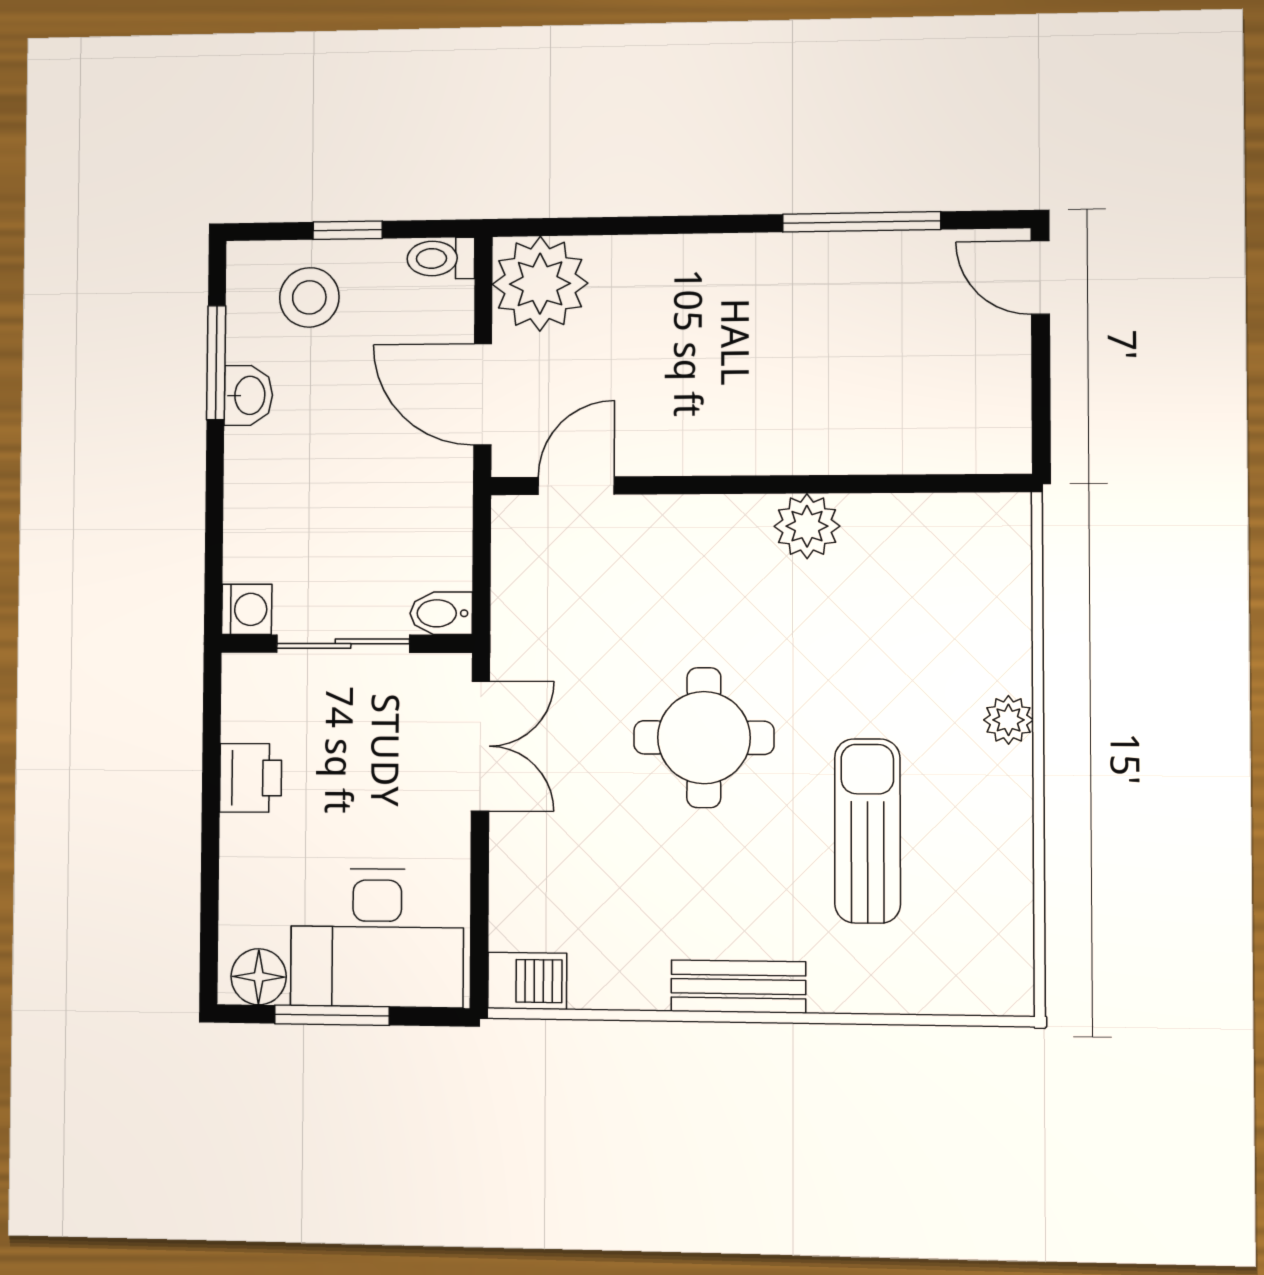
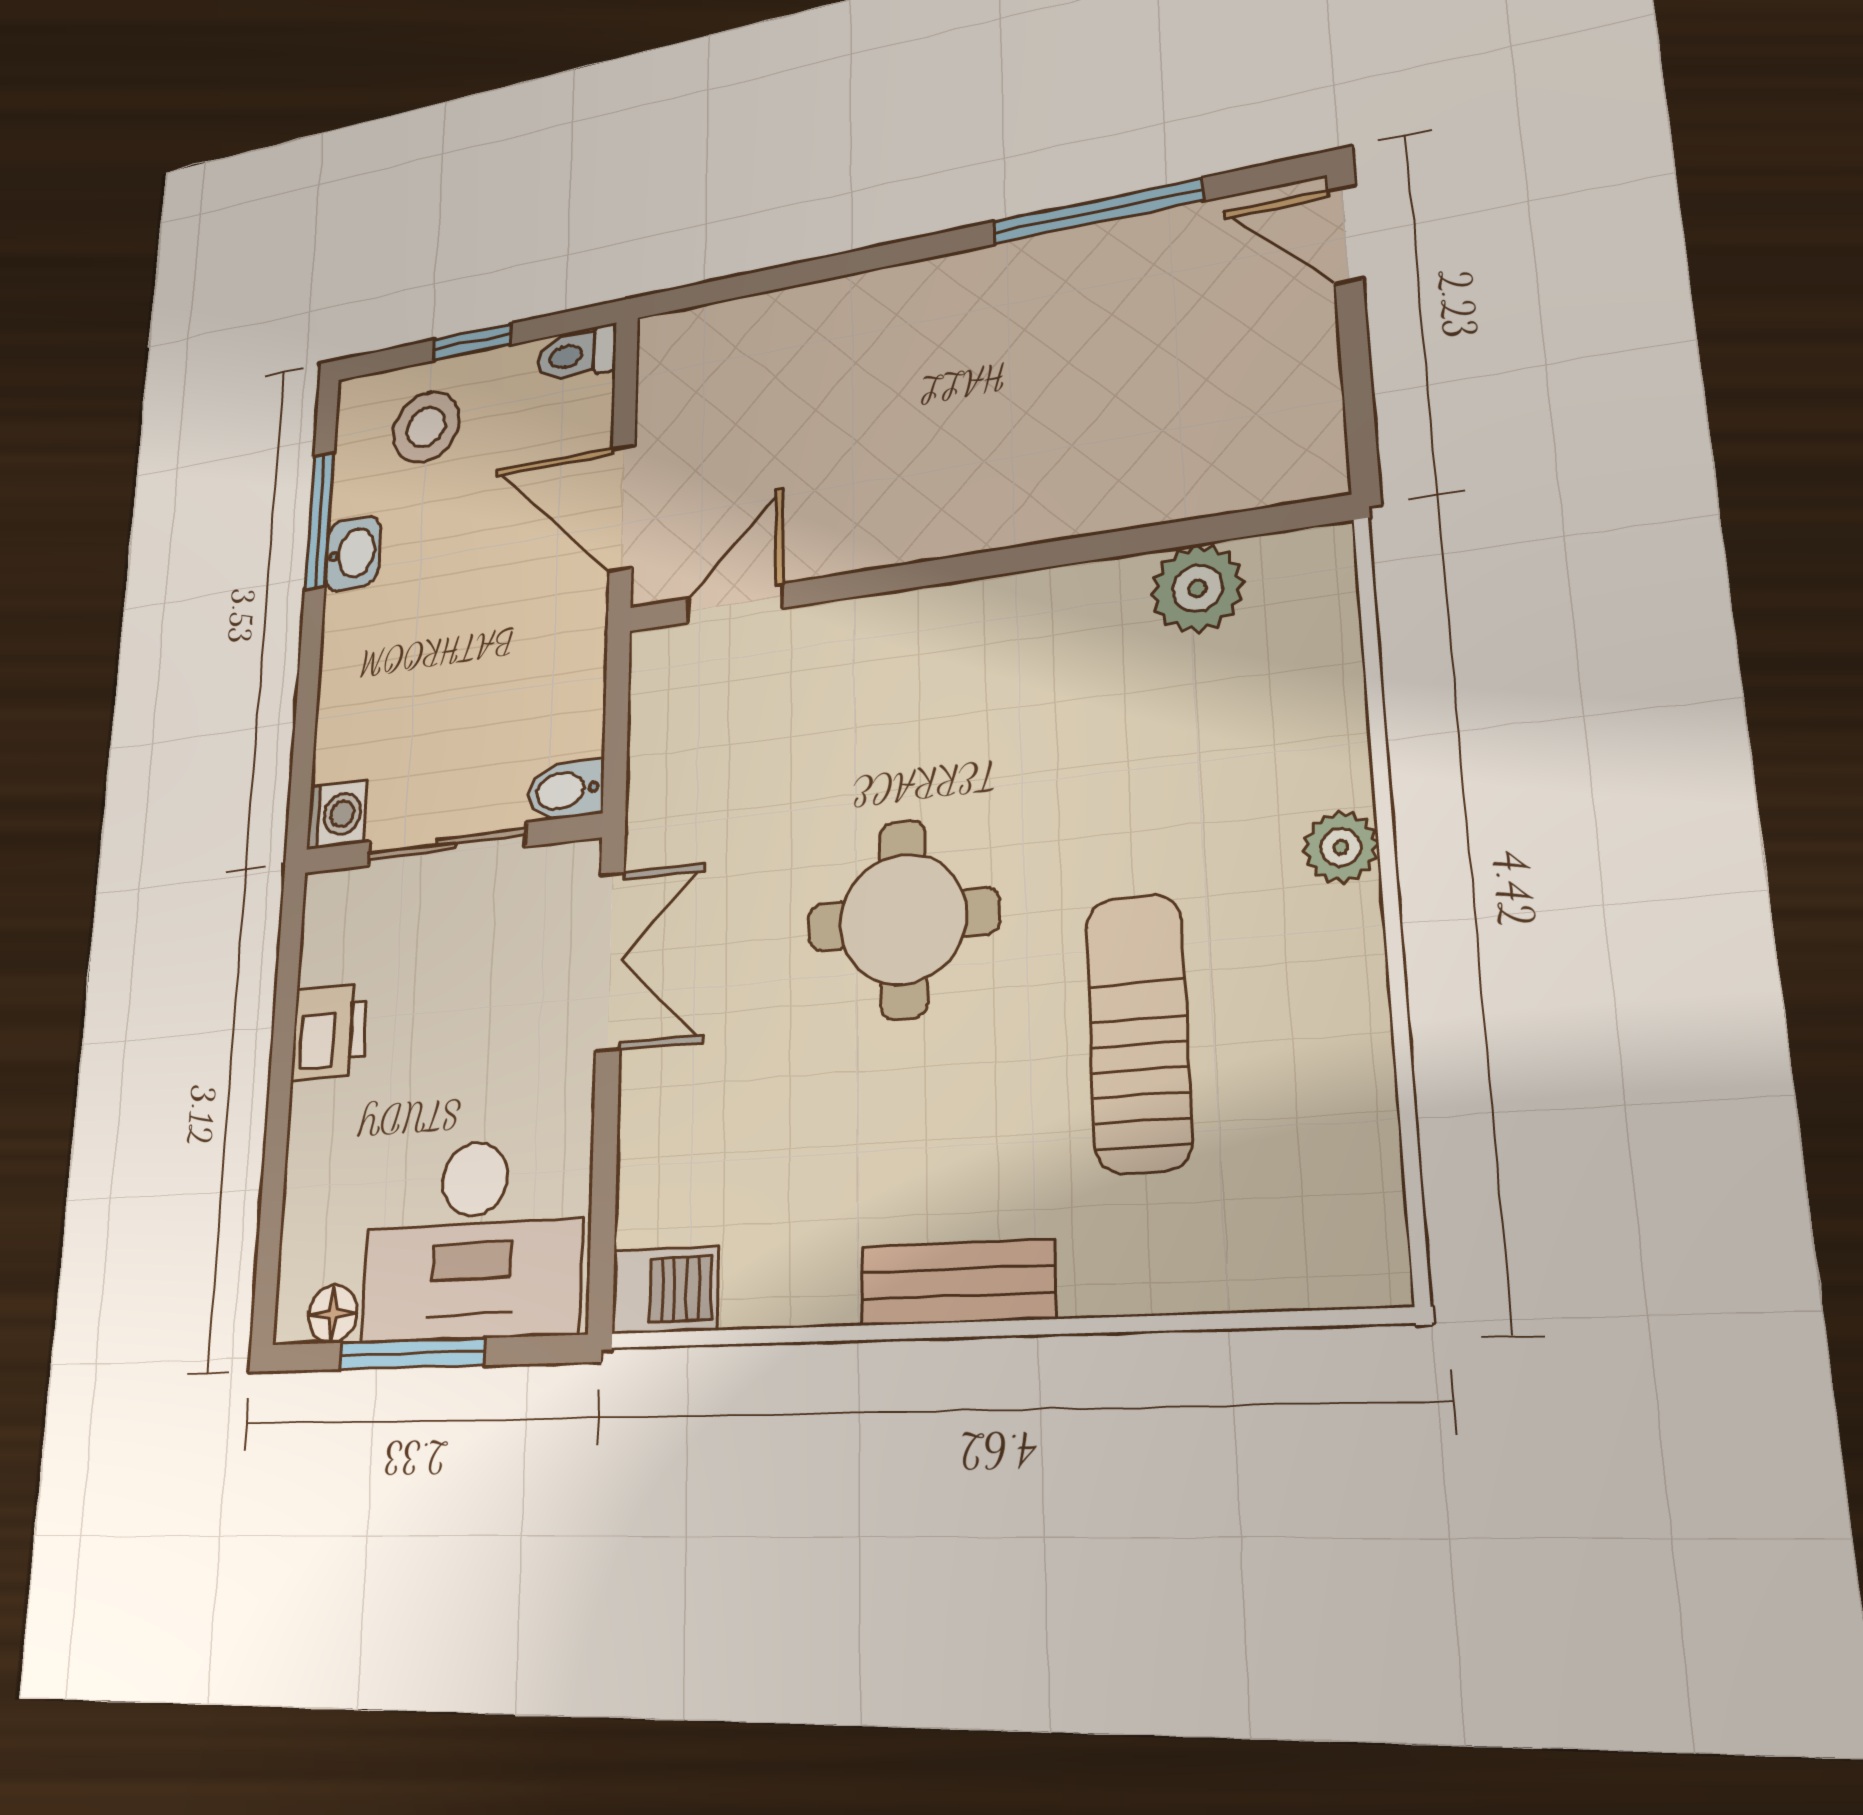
plant: (540, 284) -> (693, 362), removed
plant: (807, 526) -> (1197, 588), moved
floor lamp: (259, 977) -> (333, 1314), width x0.73, depth x0.73

